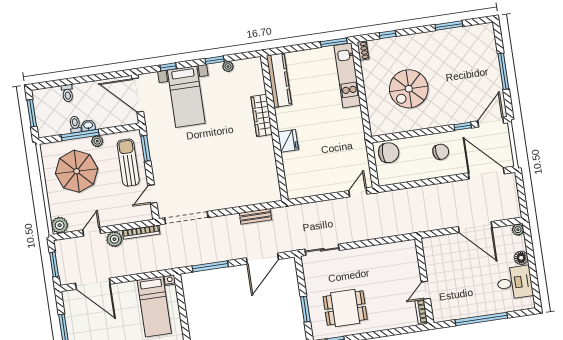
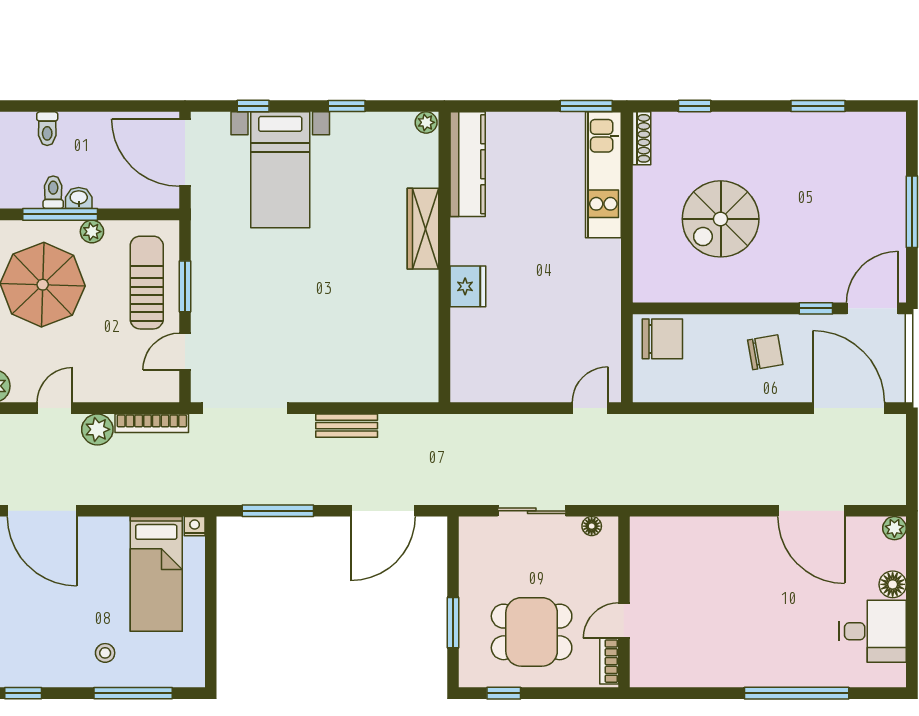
shoe rack: (363, 51) -> (642, 138), width x1.43
plant: (228, 66) -> (426, 122), moved
window: (146, 148) -> (185, 286), moved
bench: (255, 216) -> (347, 426), moved
sliding door: (322, 250) -> (532, 511), moved
floor lamp: (367, 251) -> (592, 526), added
wall: (424, 281) -> (624, 602), moved
door: (426, 290) -> (624, 621), moved
bookcase: (421, 312) -> (609, 661), moved

